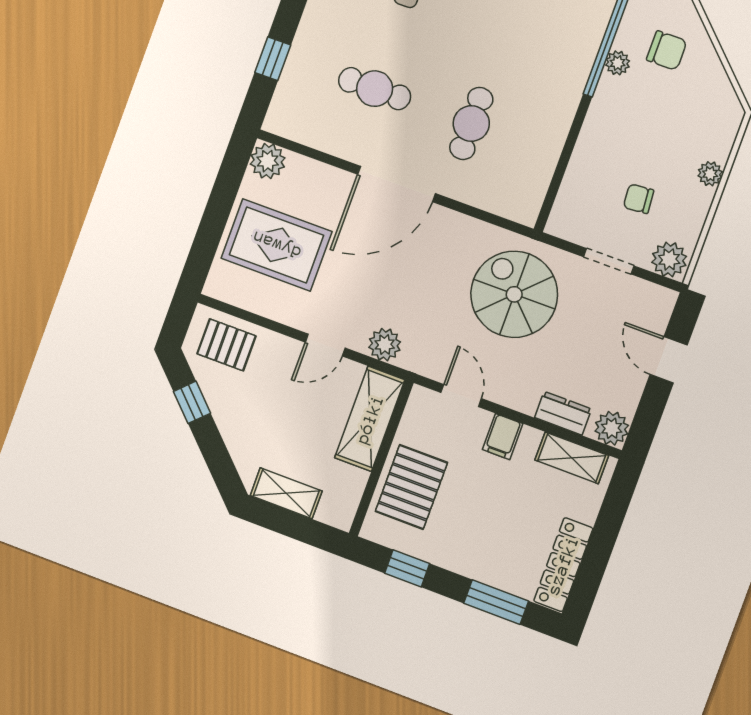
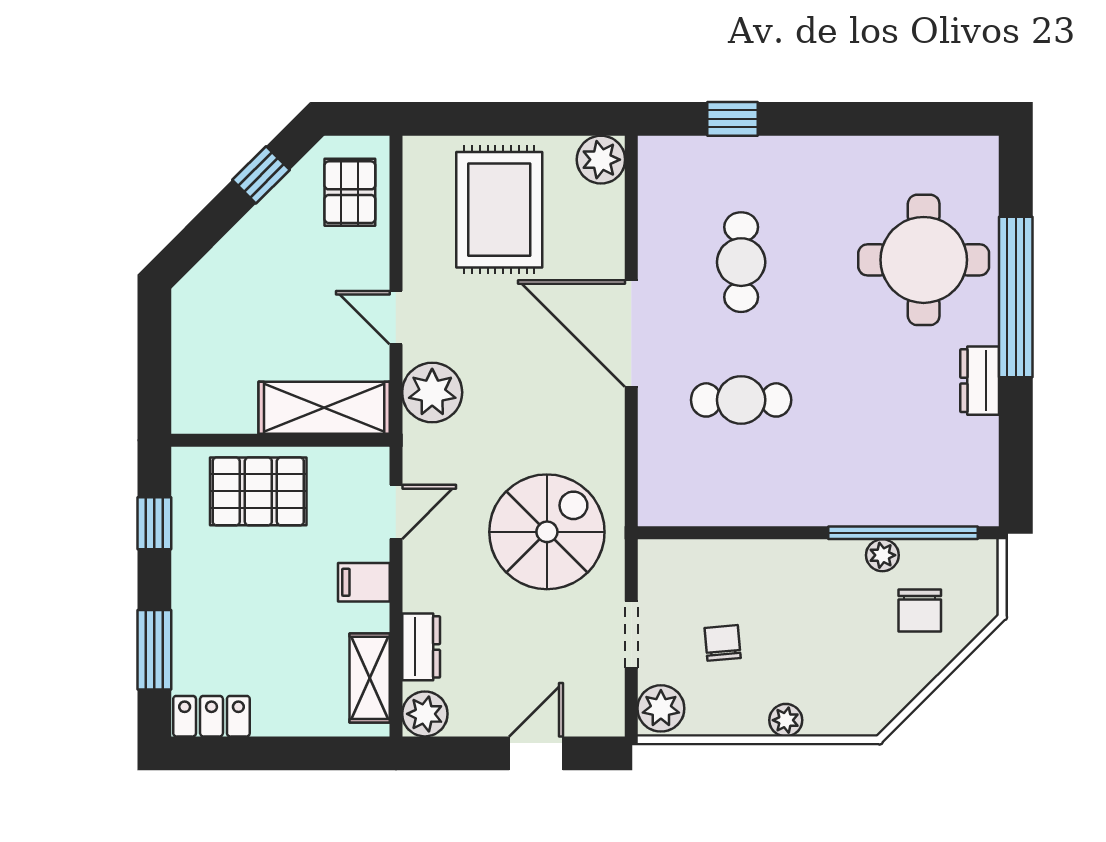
plant: (385, 345) -> (432, 392), width x1.36, depth x1.36
shelving: (286, 493) -> (191, 337), removed
locker: (563, 565) -> (211, 716), width x0.66

